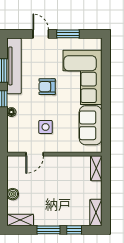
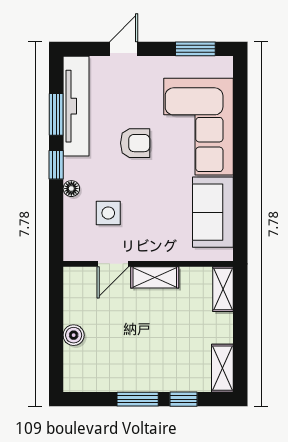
door: (41, 34) -> (124, 49), hinge flipped
window: (68, 34) -> (195, 49), moved
armchair: (47, 87) -> (135, 143), turned 180
side table: (46, 127) -> (108, 213), moved
shelving: (20, 220) -> (155, 277), moved

